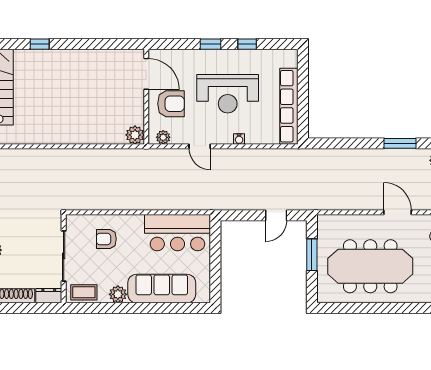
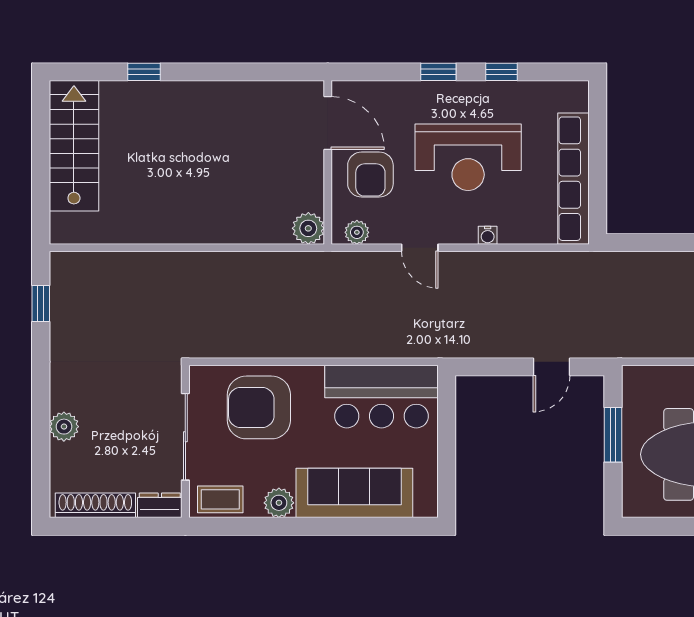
armchair: (171, 104) -> (370, 175), turned 90
armchair: (106, 239) -> (259, 407), width x1.88, depth x1.88

